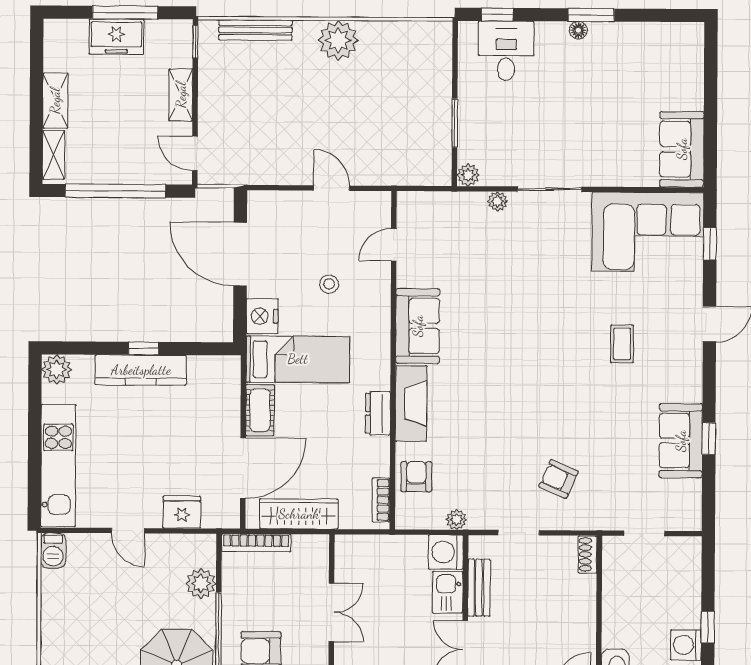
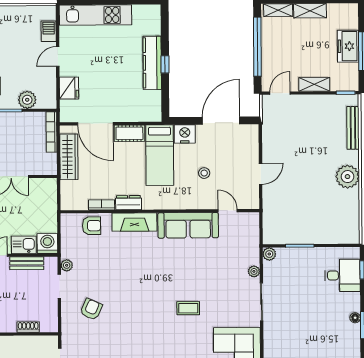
sofa: (418, 326) -> (188, 225), width x1.36
coffee table: (622, 344) -> (188, 308), moved
plant: (57, 370) -> (152, 13), removed
bookcase: (381, 500) -> (102, 205), moved
plant: (456, 520) -> (67, 265), moved
barbecue: (53, 550) -> (49, 31), moved, turned 90
shoe rack: (588, 554) -> (28, 327), moved

